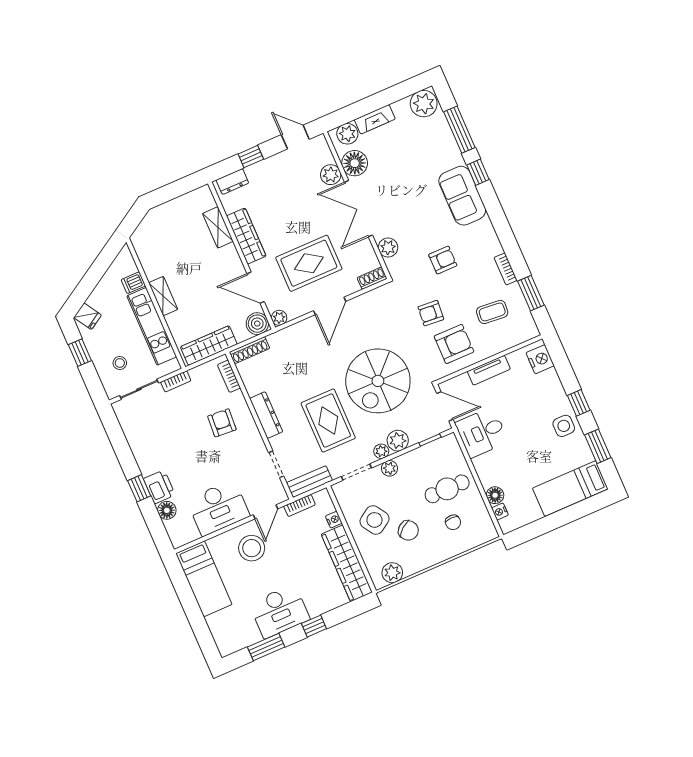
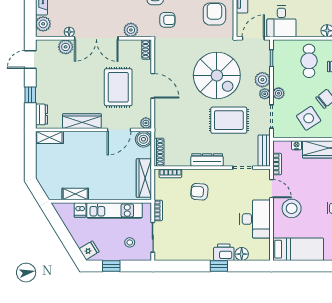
floor lamp: (355, 163) -> (69, 32), width x0.53, depth x0.53
shelving: (218, 227) -> (49, 137), moved
shelving: (163, 296) -> (75, 194), moved
armchair: (431, 313) -> (167, 20), moved, turned -95

